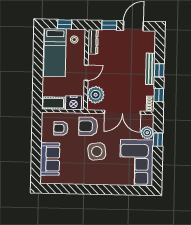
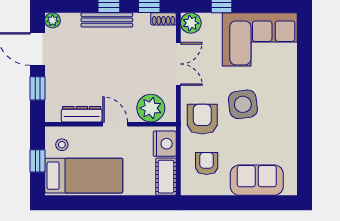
plant: (151, 35) -> (53, 20), added
dresser: (93, 42) -> (82, 114), moved
double door: (122, 112) -> (178, 64), width x0.73
armchair: (88, 126) -> (202, 119), turned 180
armchair: (61, 128) -> (207, 164), turned 180
plant: (147, 133) -> (191, 23), moved

